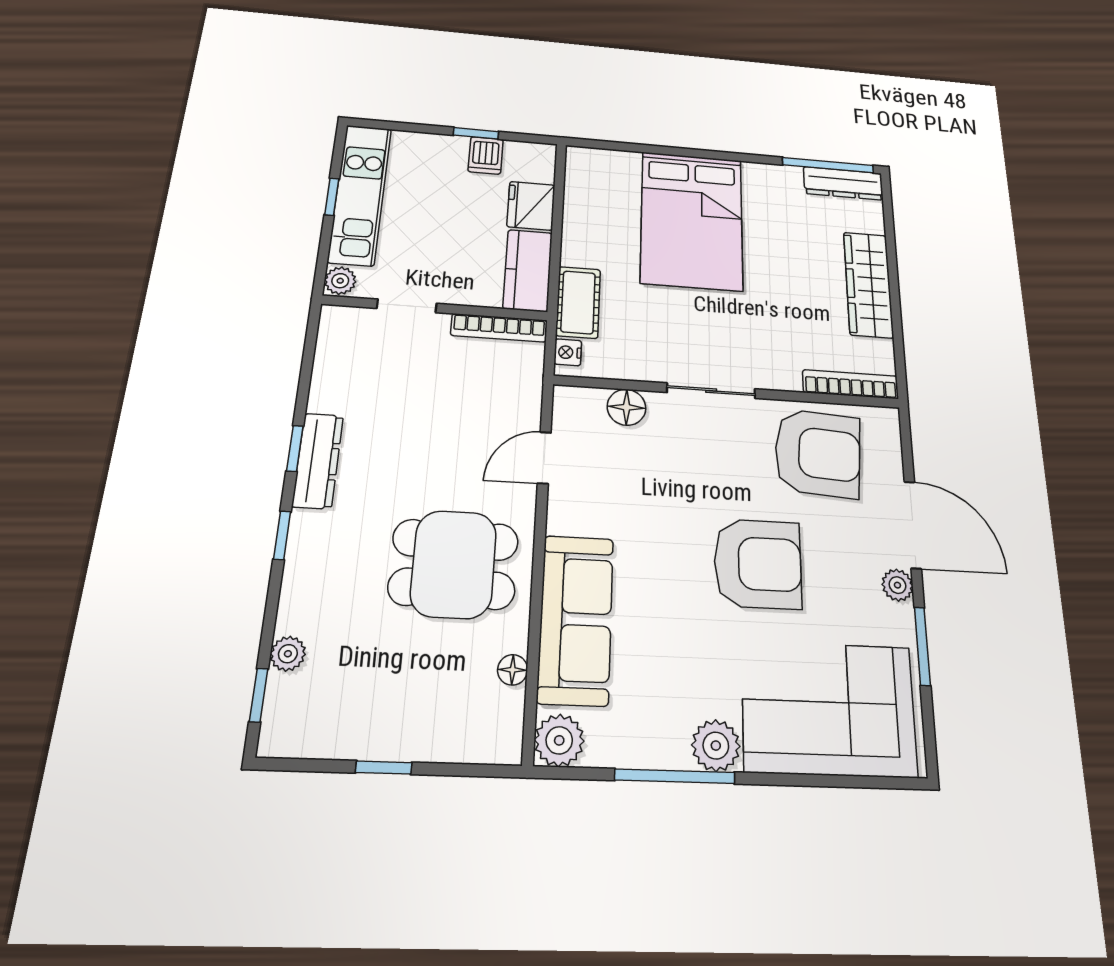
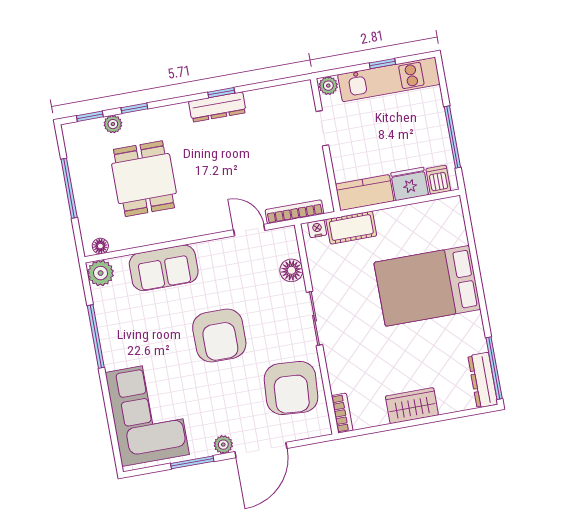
window: (476, 133) -> (452, 137), width x2.17
dishwasher: (486, 155) -> (438, 180), moved, turned 90
wardrobe: (868, 284) -> (412, 406), width x0.67
bookcase: (499, 328) -> (294, 212), moved, turned 90
bookcase: (851, 384) -> (342, 413), width x0.64
window: (282, 535) -> (134, 108), moved
dining table: (454, 564) -> (144, 179), moved
armchair: (758, 564) -> (219, 335), moved
sofa: (576, 619) -> (164, 268), width x0.73
floor lamp: (513, 670) -> (100, 246), moved
plant: (716, 746) -> (115, 355), removed
window: (384, 768) -> (69, 188), width x2.17

